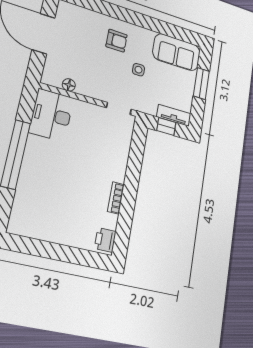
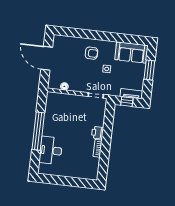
desk: (51, 115) -> (51, 150), moved
printer: (105, 240) -> (98, 133), moved

